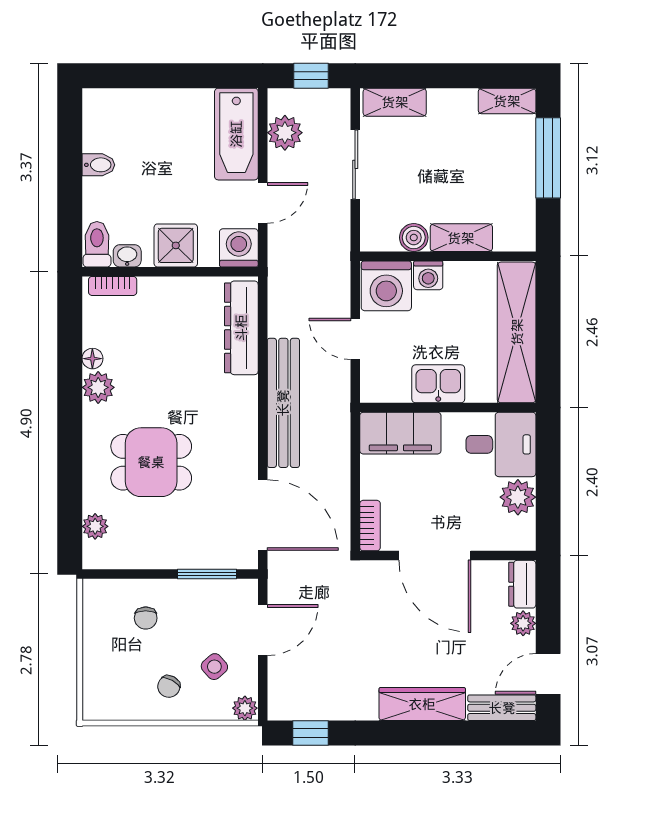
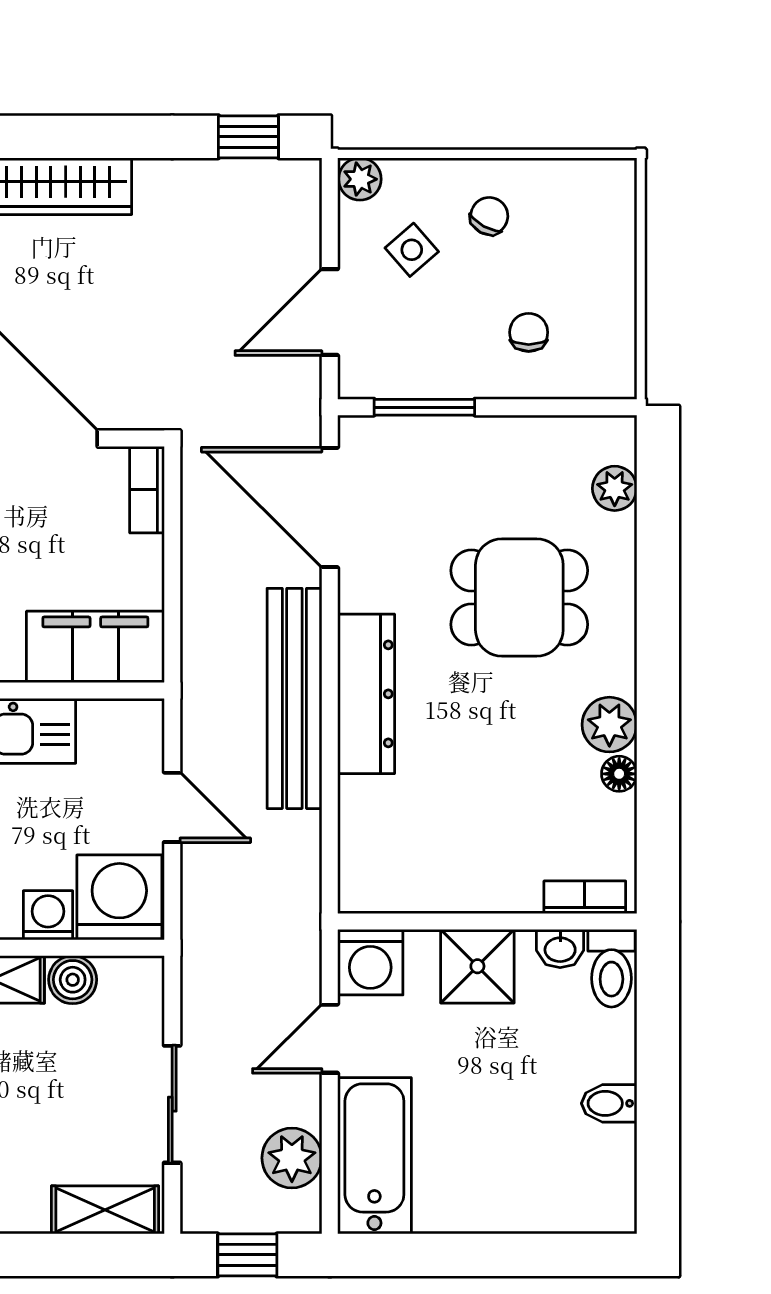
dresser: (241, 328) -> (366, 694), moved

